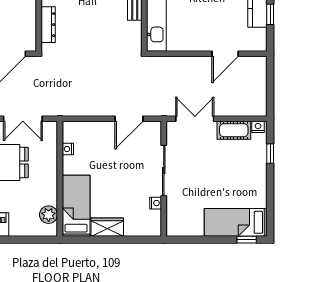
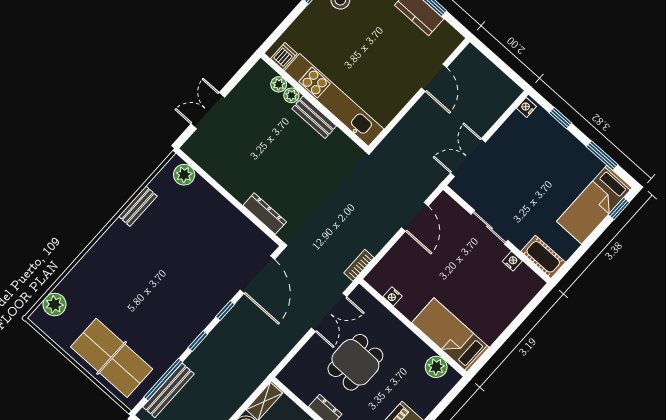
bookcase: (68, 111) -> (359, 265), added
cot: (234, 130) -> (543, 257), moved, turned 90
sliding door: (164, 170) -> (490, 227), width x0.73
window: (270, 200) -> (602, 156), added
wardrobe: (107, 227) -> (495, 324), removed

